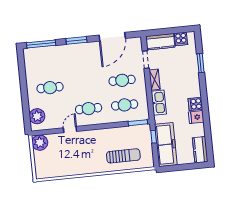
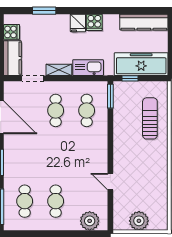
cafe table: (89, 109) -> (25, 201), moved
fridge: (196, 117) -> (78, 23), moved
plant: (40, 143) -> (139, 221), moved
kitchen counter: (200, 150) -> (144, 22), width x1.50

